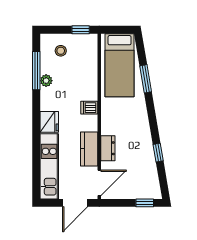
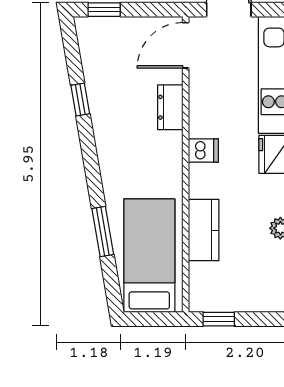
stool: (61, 51) -> (254, 282), removed
dishwasher: (89, 108) -> (203, 150), moved
kitchen counter: (89, 149) -> (204, 230), moved

